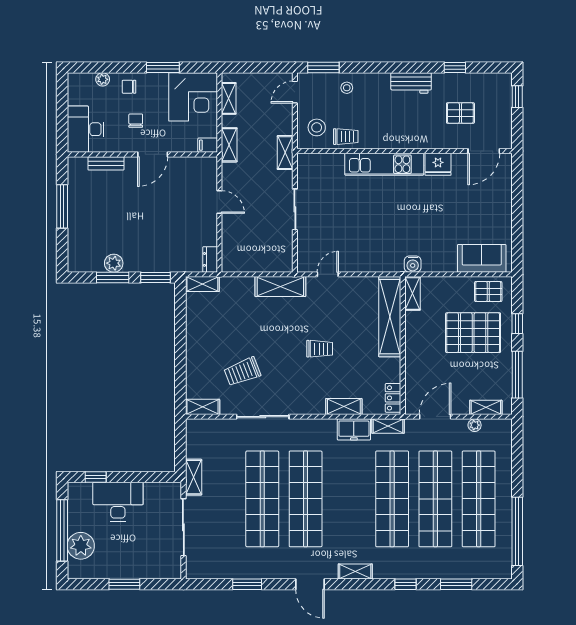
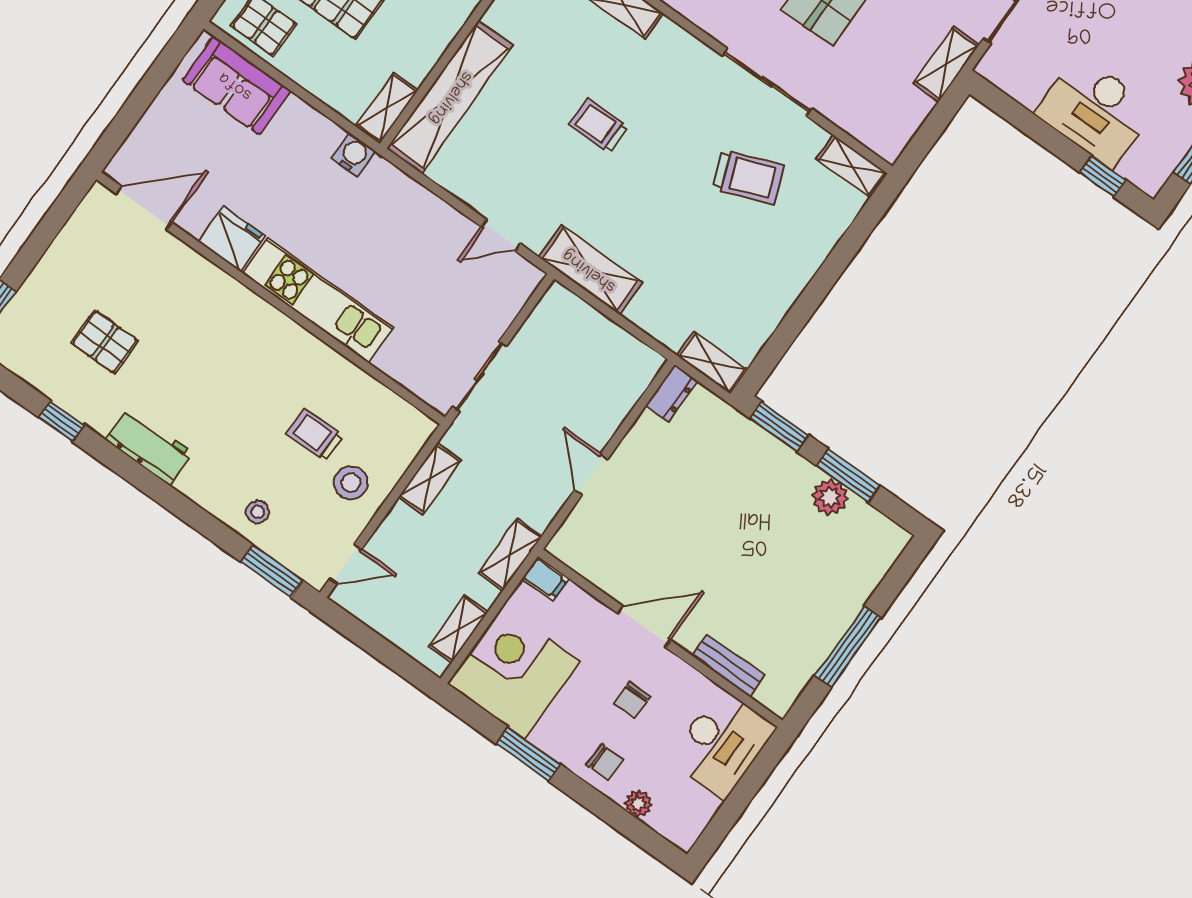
wall: (405, 151) -> (271, 298), moved
door: (484, 151) -> (144, 208), moved
kitchen unit: (384, 164) -> (318, 300), moved
fridge: (438, 164) -> (232, 239), moved

